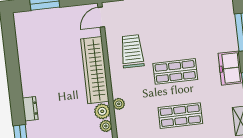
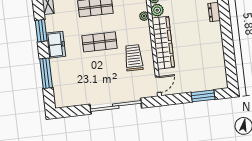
trolley: (132, 51) -> (134, 58), turned 180

